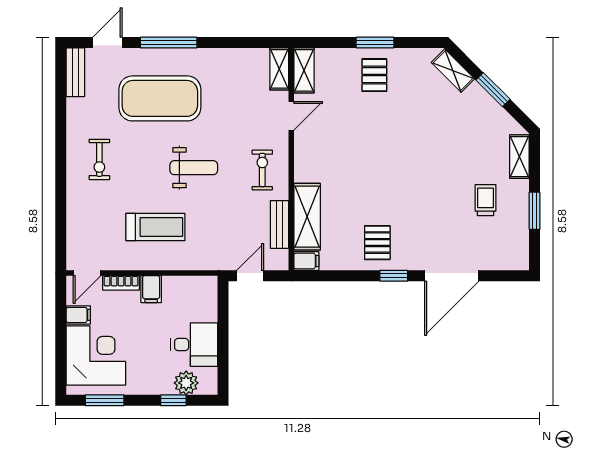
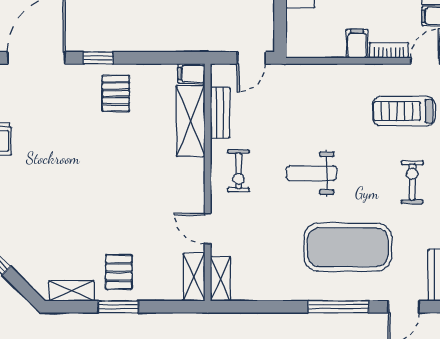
shelving: (453, 71) -> (72, 291), moved, turned -45
door: (291, 116) -> (208, 228), hinge flipped
treadmill: (155, 227) -> (404, 111), moved

